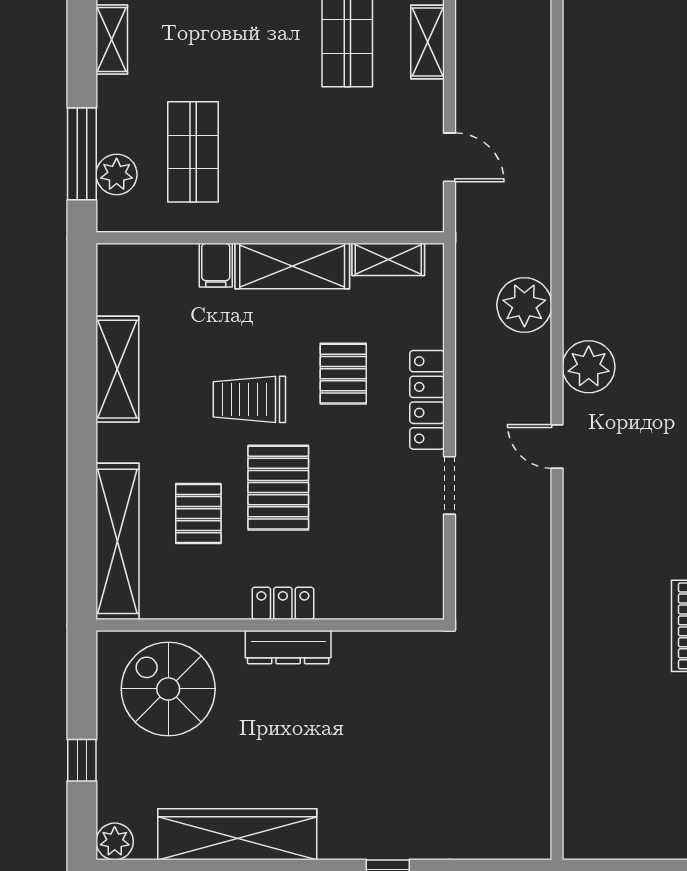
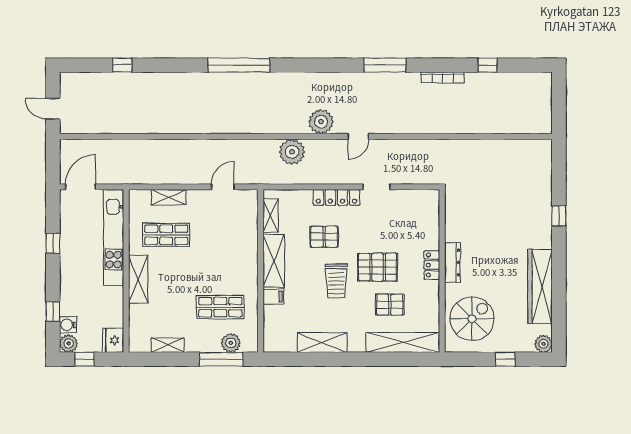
spiral stairs: (168, 689) -> (472, 319), turned 180

